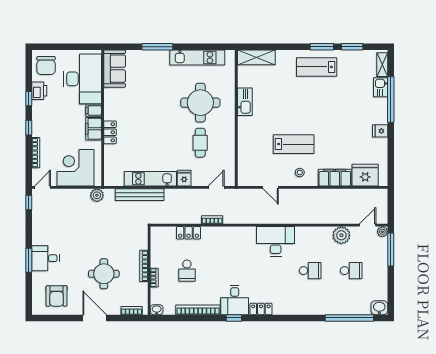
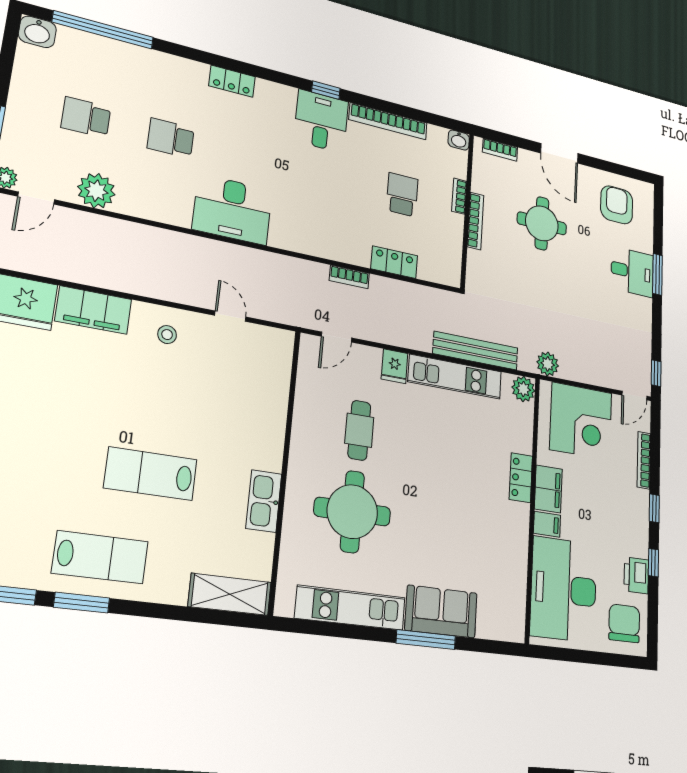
sofa: (115, 69) -> (441, 612), moved, turned 90
lab bench: (294, 144) -> (151, 474), moved
plant: (111, 179) -> (523, 389), added
locker: (261, 309) -> (232, 81), moved

